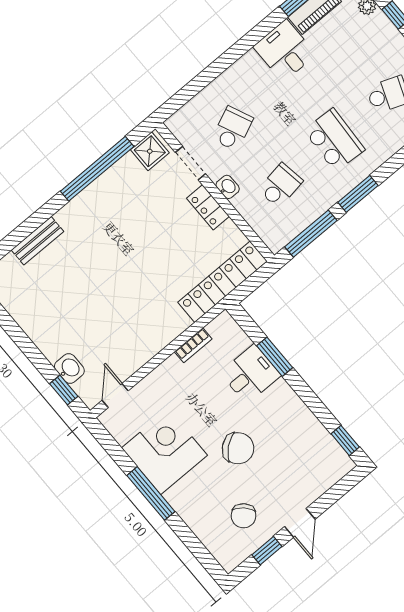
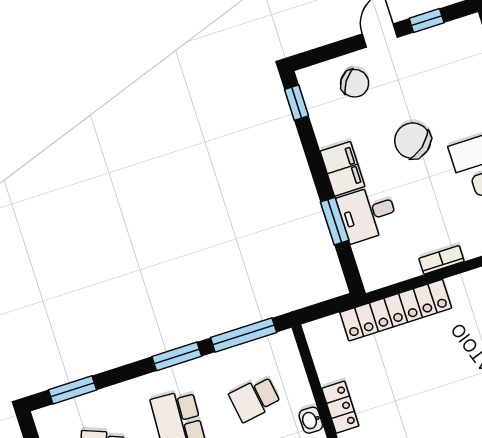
locker: (223, 282) -> (396, 310), moved
bookcase: (193, 345) -> (442, 260), moved
filing cabinet: (286, 402) -> (342, 169), added
chair: (244, 516) -> (355, 83), moved, turned 82

